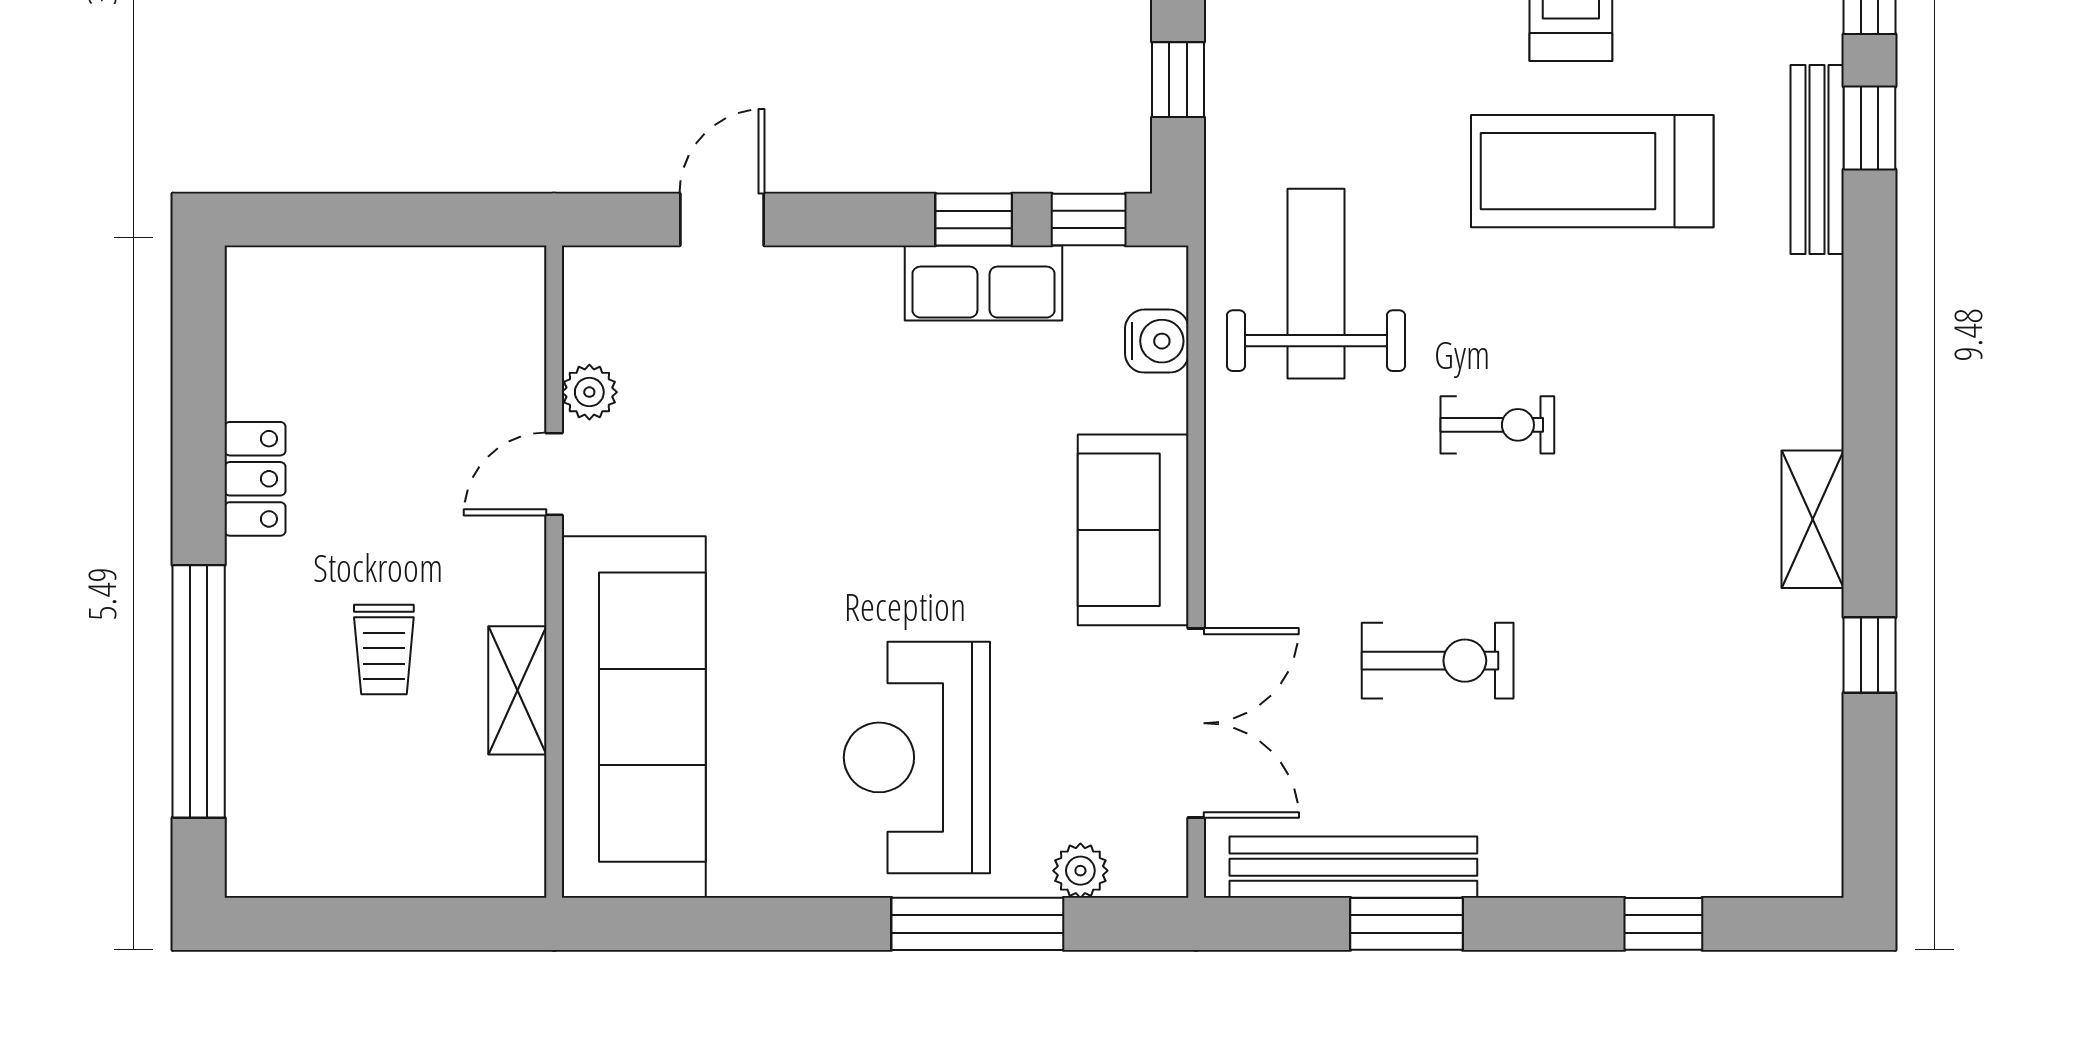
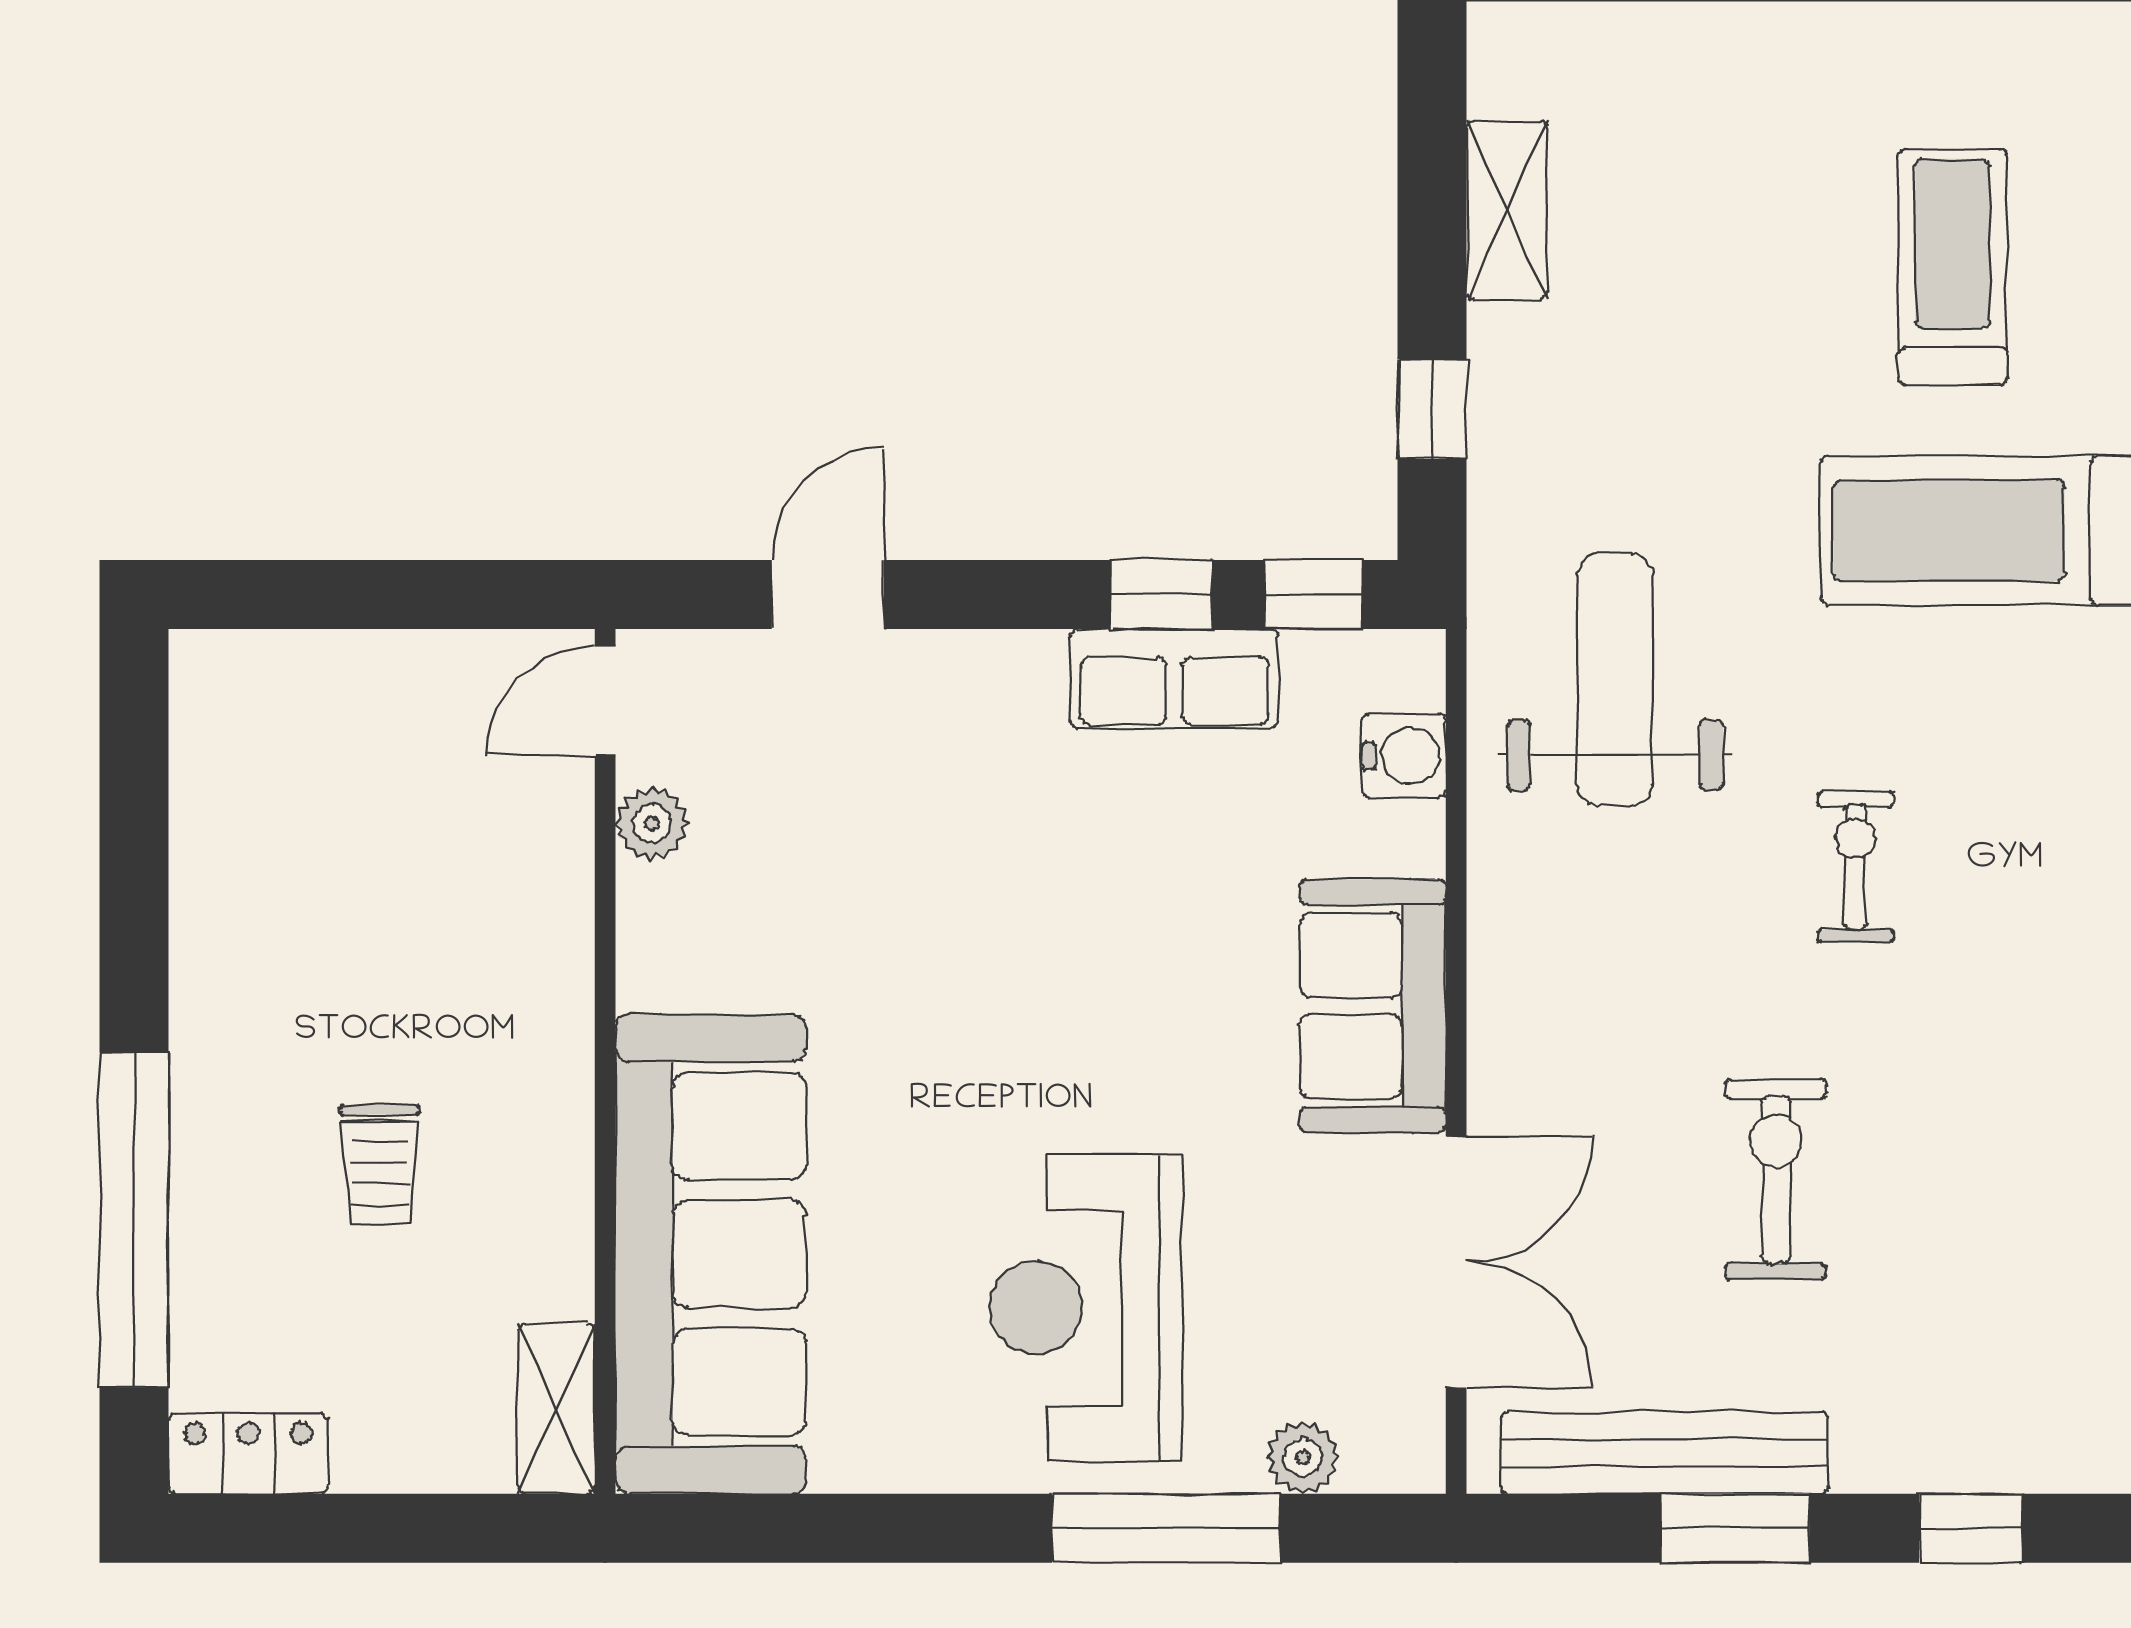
exercise bike: (1497, 425) -> (1855, 867), turned -90
door: (554, 474) -> (605, 701), moved
locker: (255, 479) -> (248, 1453), moved, turned -90
exercise bike: (1438, 661) -> (1776, 1179), turned -90
shelving: (517, 690) -> (556, 1409), moved
window: (1663, 924) -> (1970, 1528), moved

